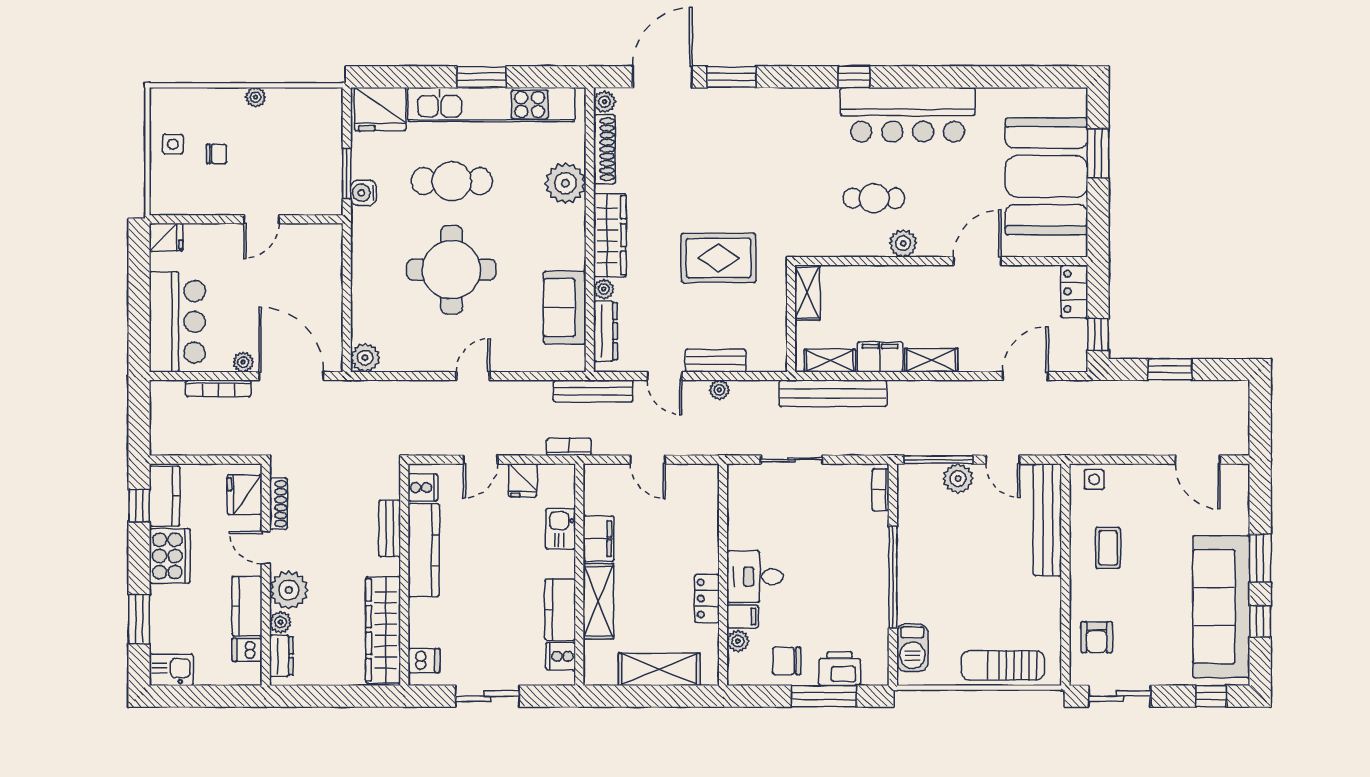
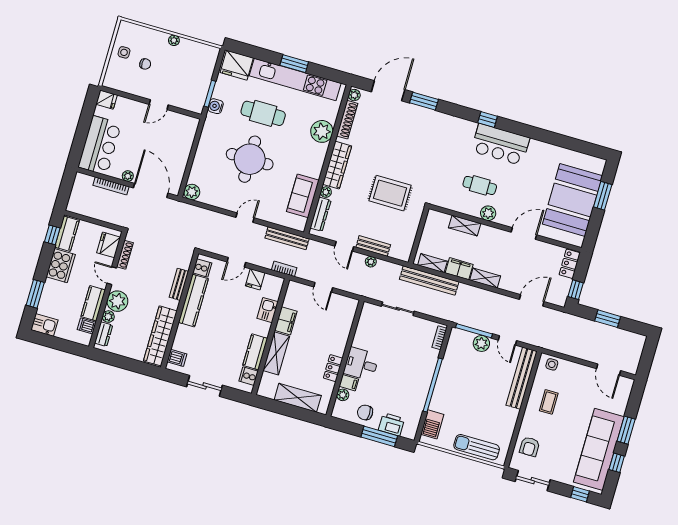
bar counter: (908, 115) -> (500, 144), width x0.73
shelving: (807, 293) -> (465, 226), moved, turned 90
bench: (593, 391) -> (287, 238), moved

